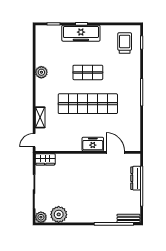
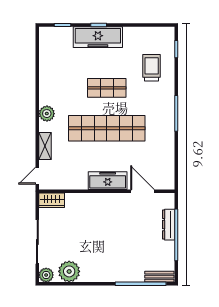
trolley: (125, 43) -> (152, 68), moved
plant: (41, 72) -> (47, 114), moved
freezer: (93, 144) -> (108, 181), width x1.40

